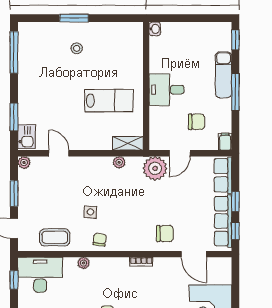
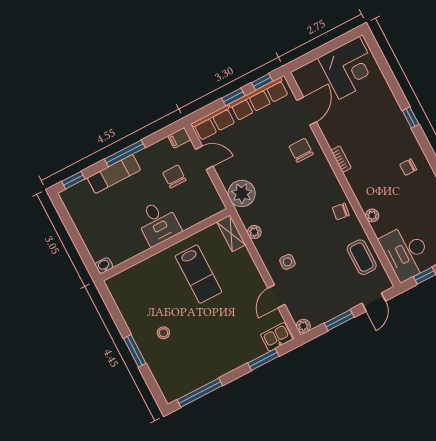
lab bench: (109, 101) -> (198, 274), turned 180
door: (180, 153) -> (204, 158), moved
side table: (90, 212) -> (287, 262), moved

